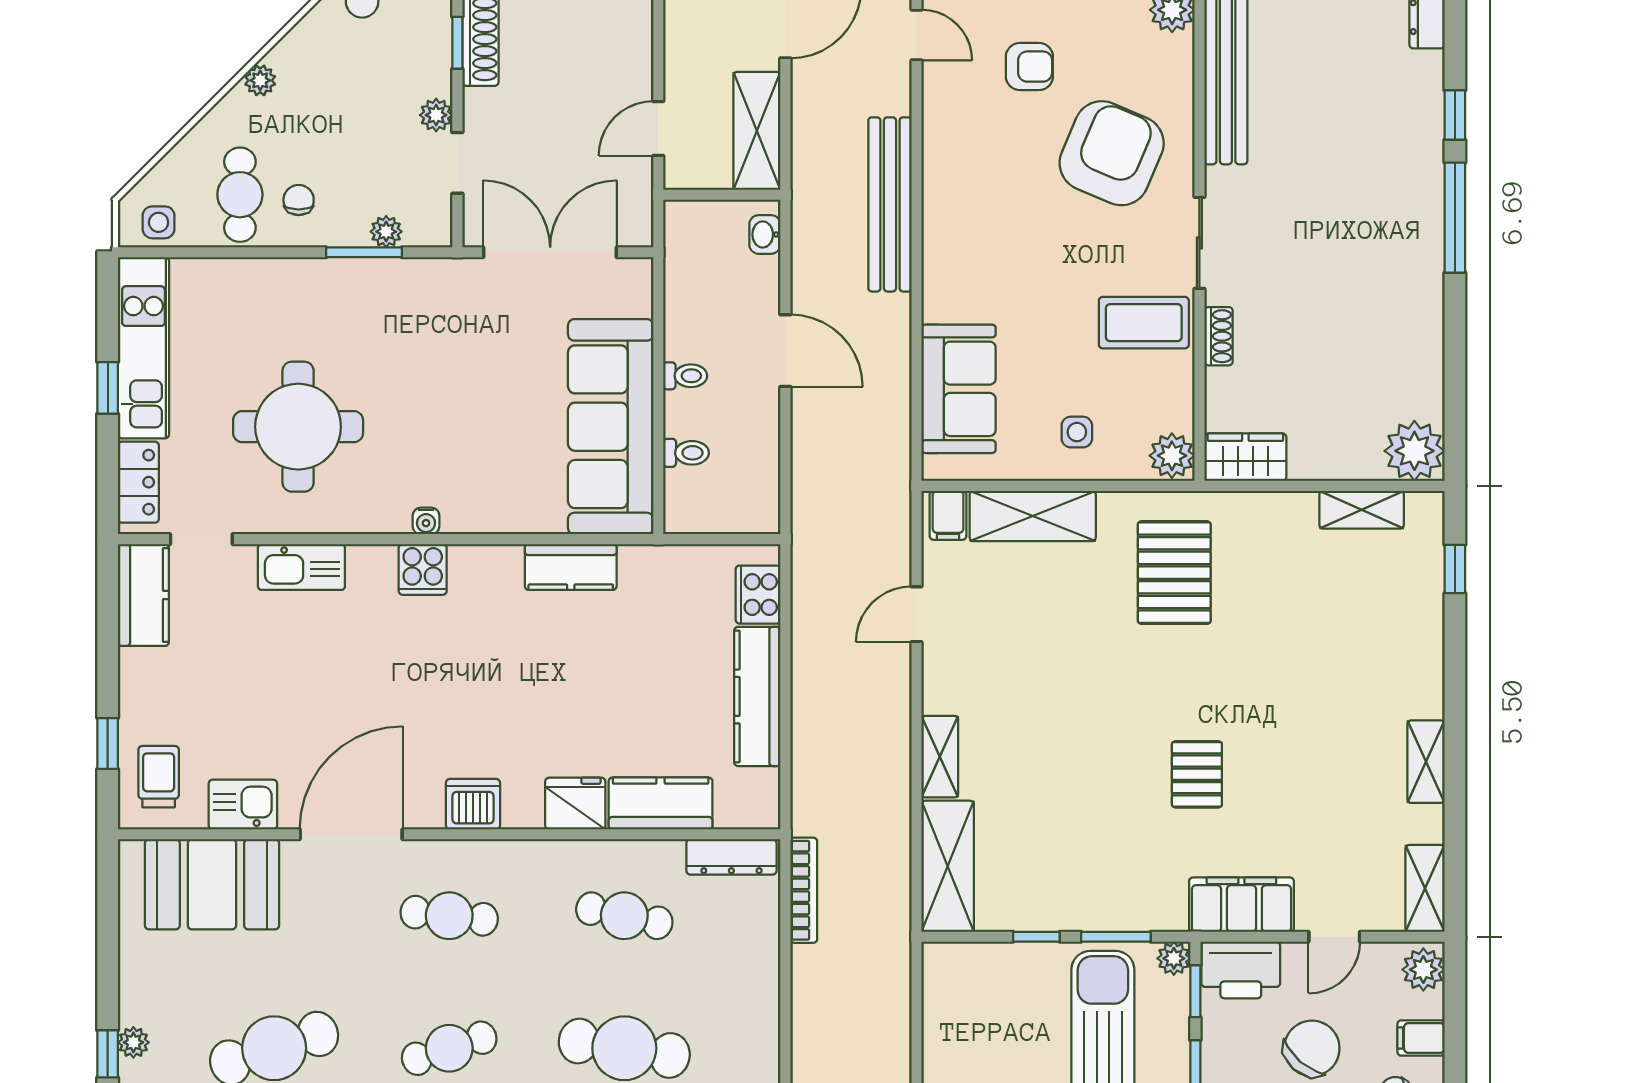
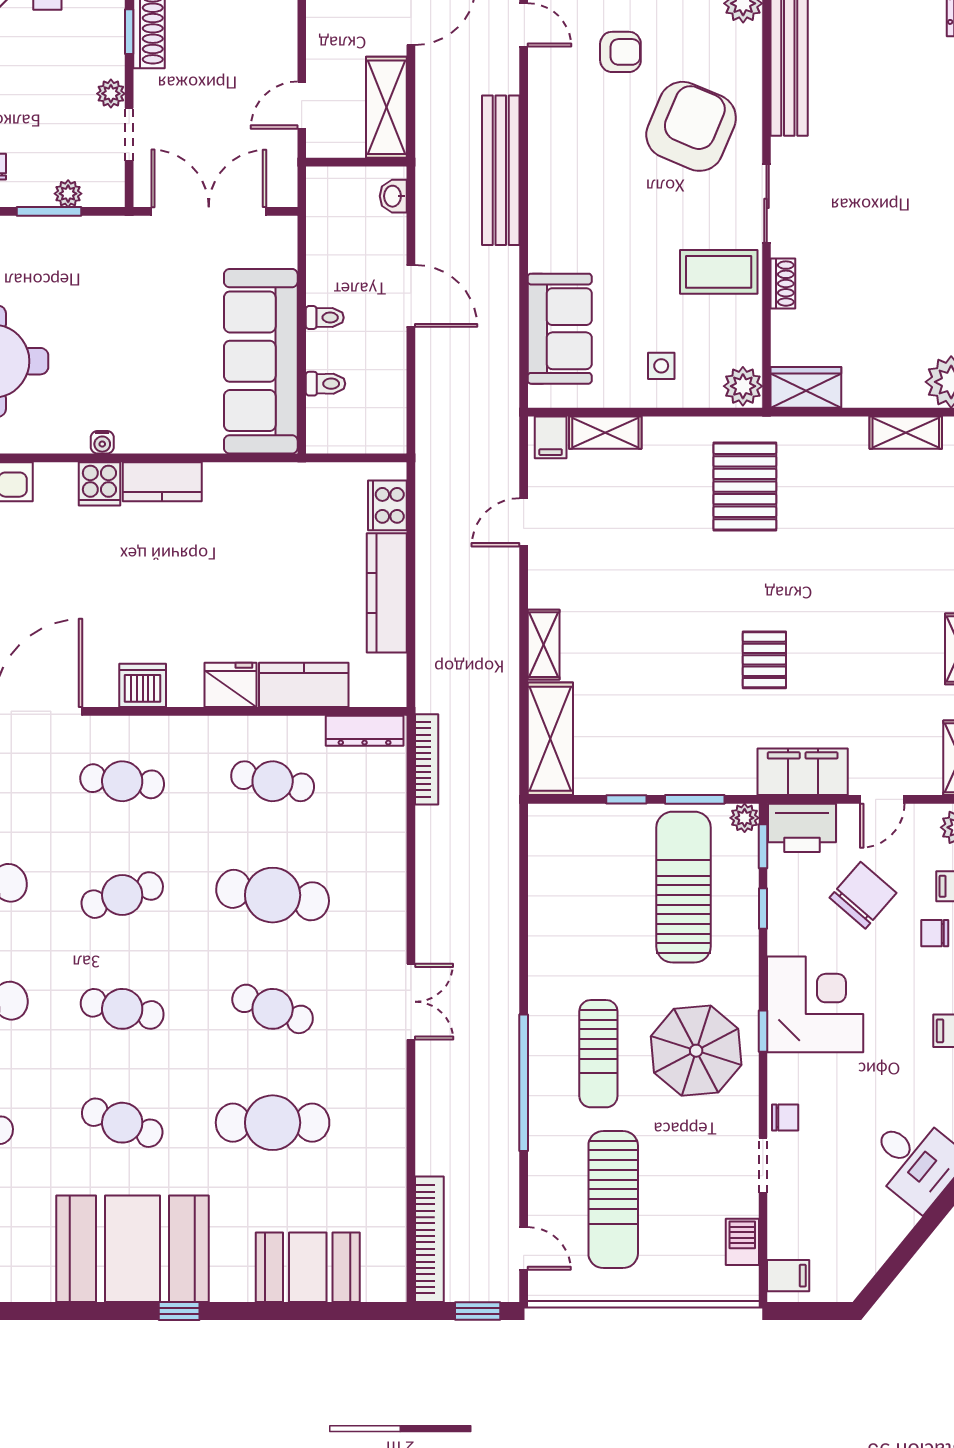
shelving: (1033, 516) -> (605, 433), width x0.67, depth x0.75
kitchen counter: (571, 567) -> (162, 482), moved

